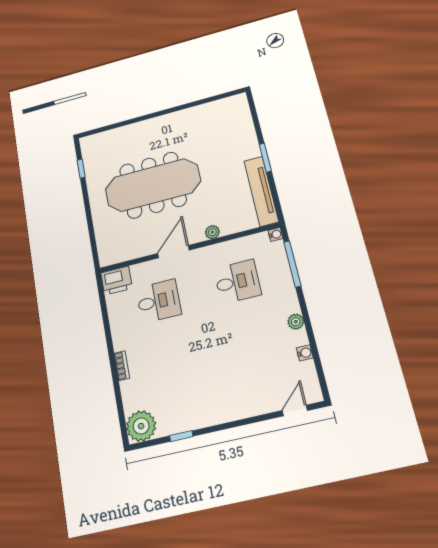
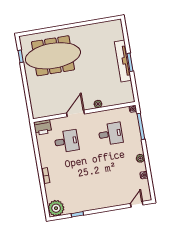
meeting table: (153, 185) -> (53, 56), moved
tv unit: (261, 191) -> (123, 61), moved

